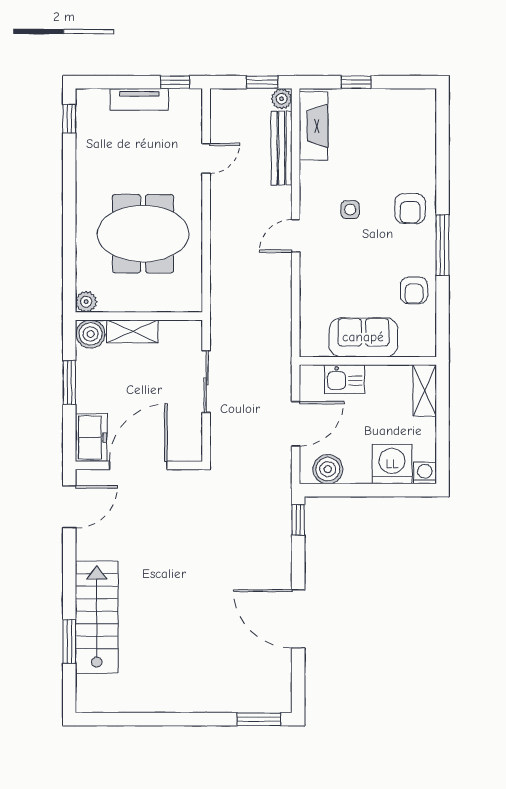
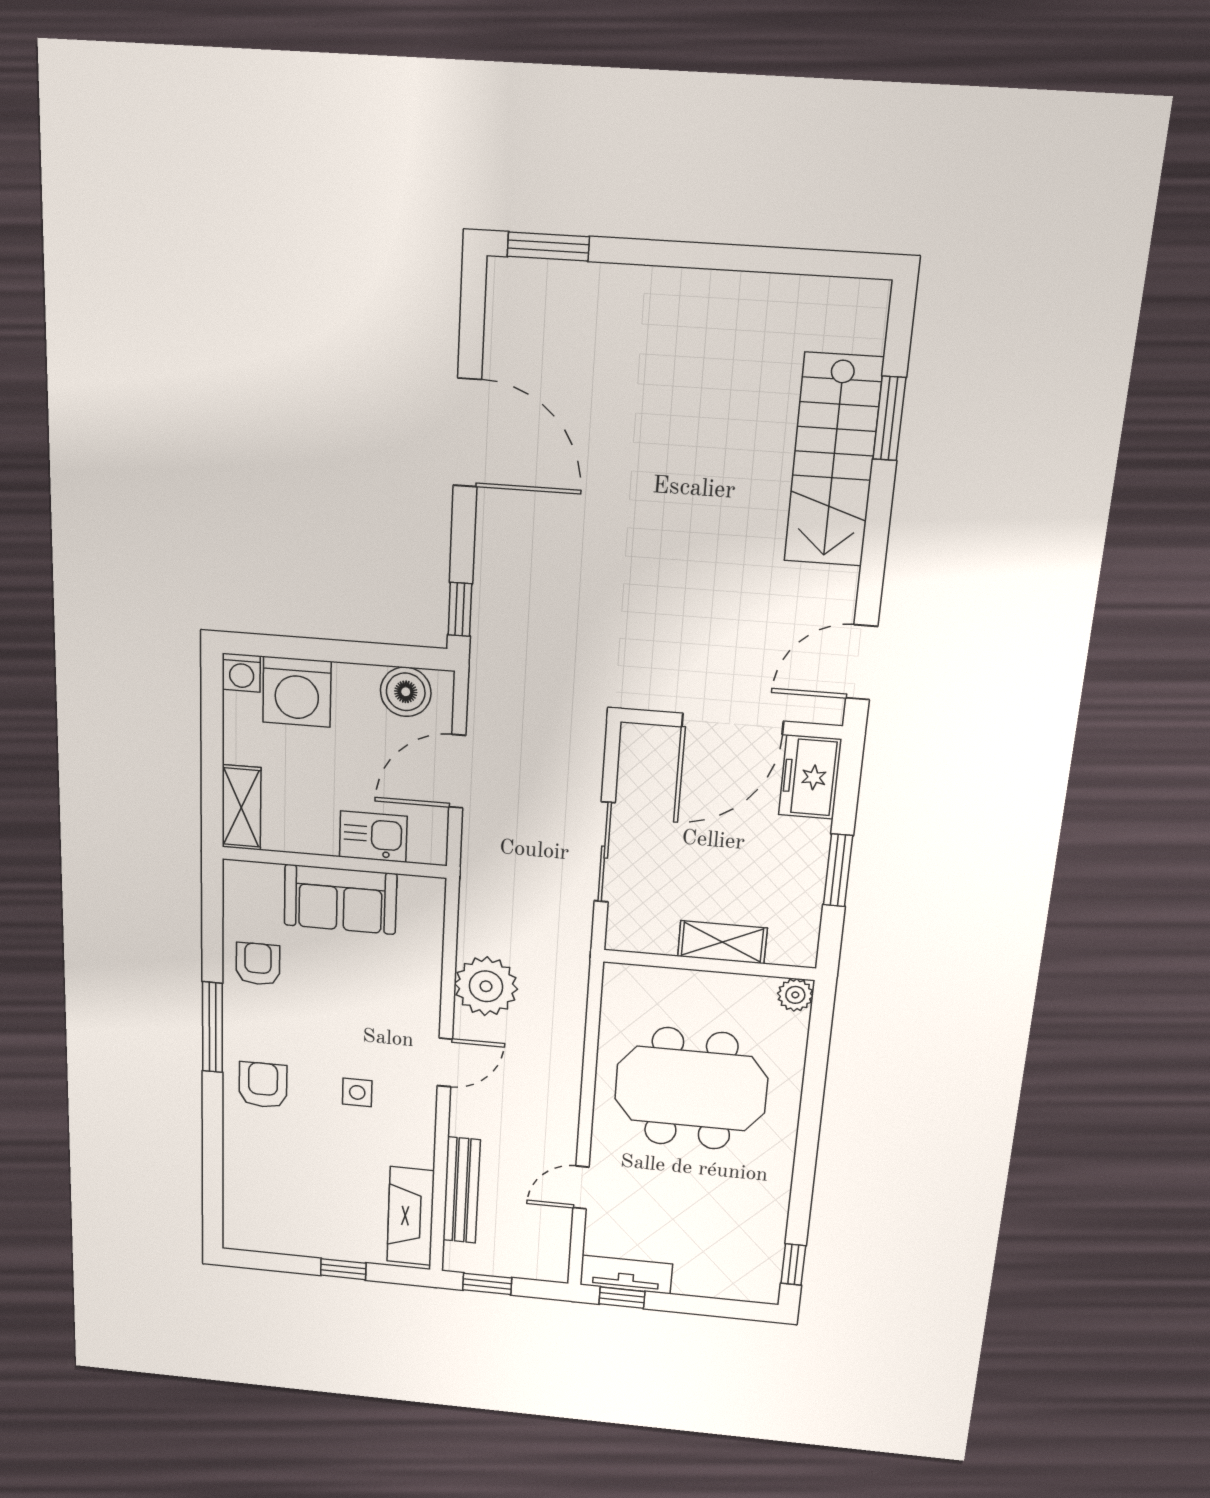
tv unit: (139, 99) -> (626, 1274), moved
plant: (282, 99) -> (486, 986), moved, width x1.87, depth x1.87
boiler: (91, 334) -> (793, 944), removed

